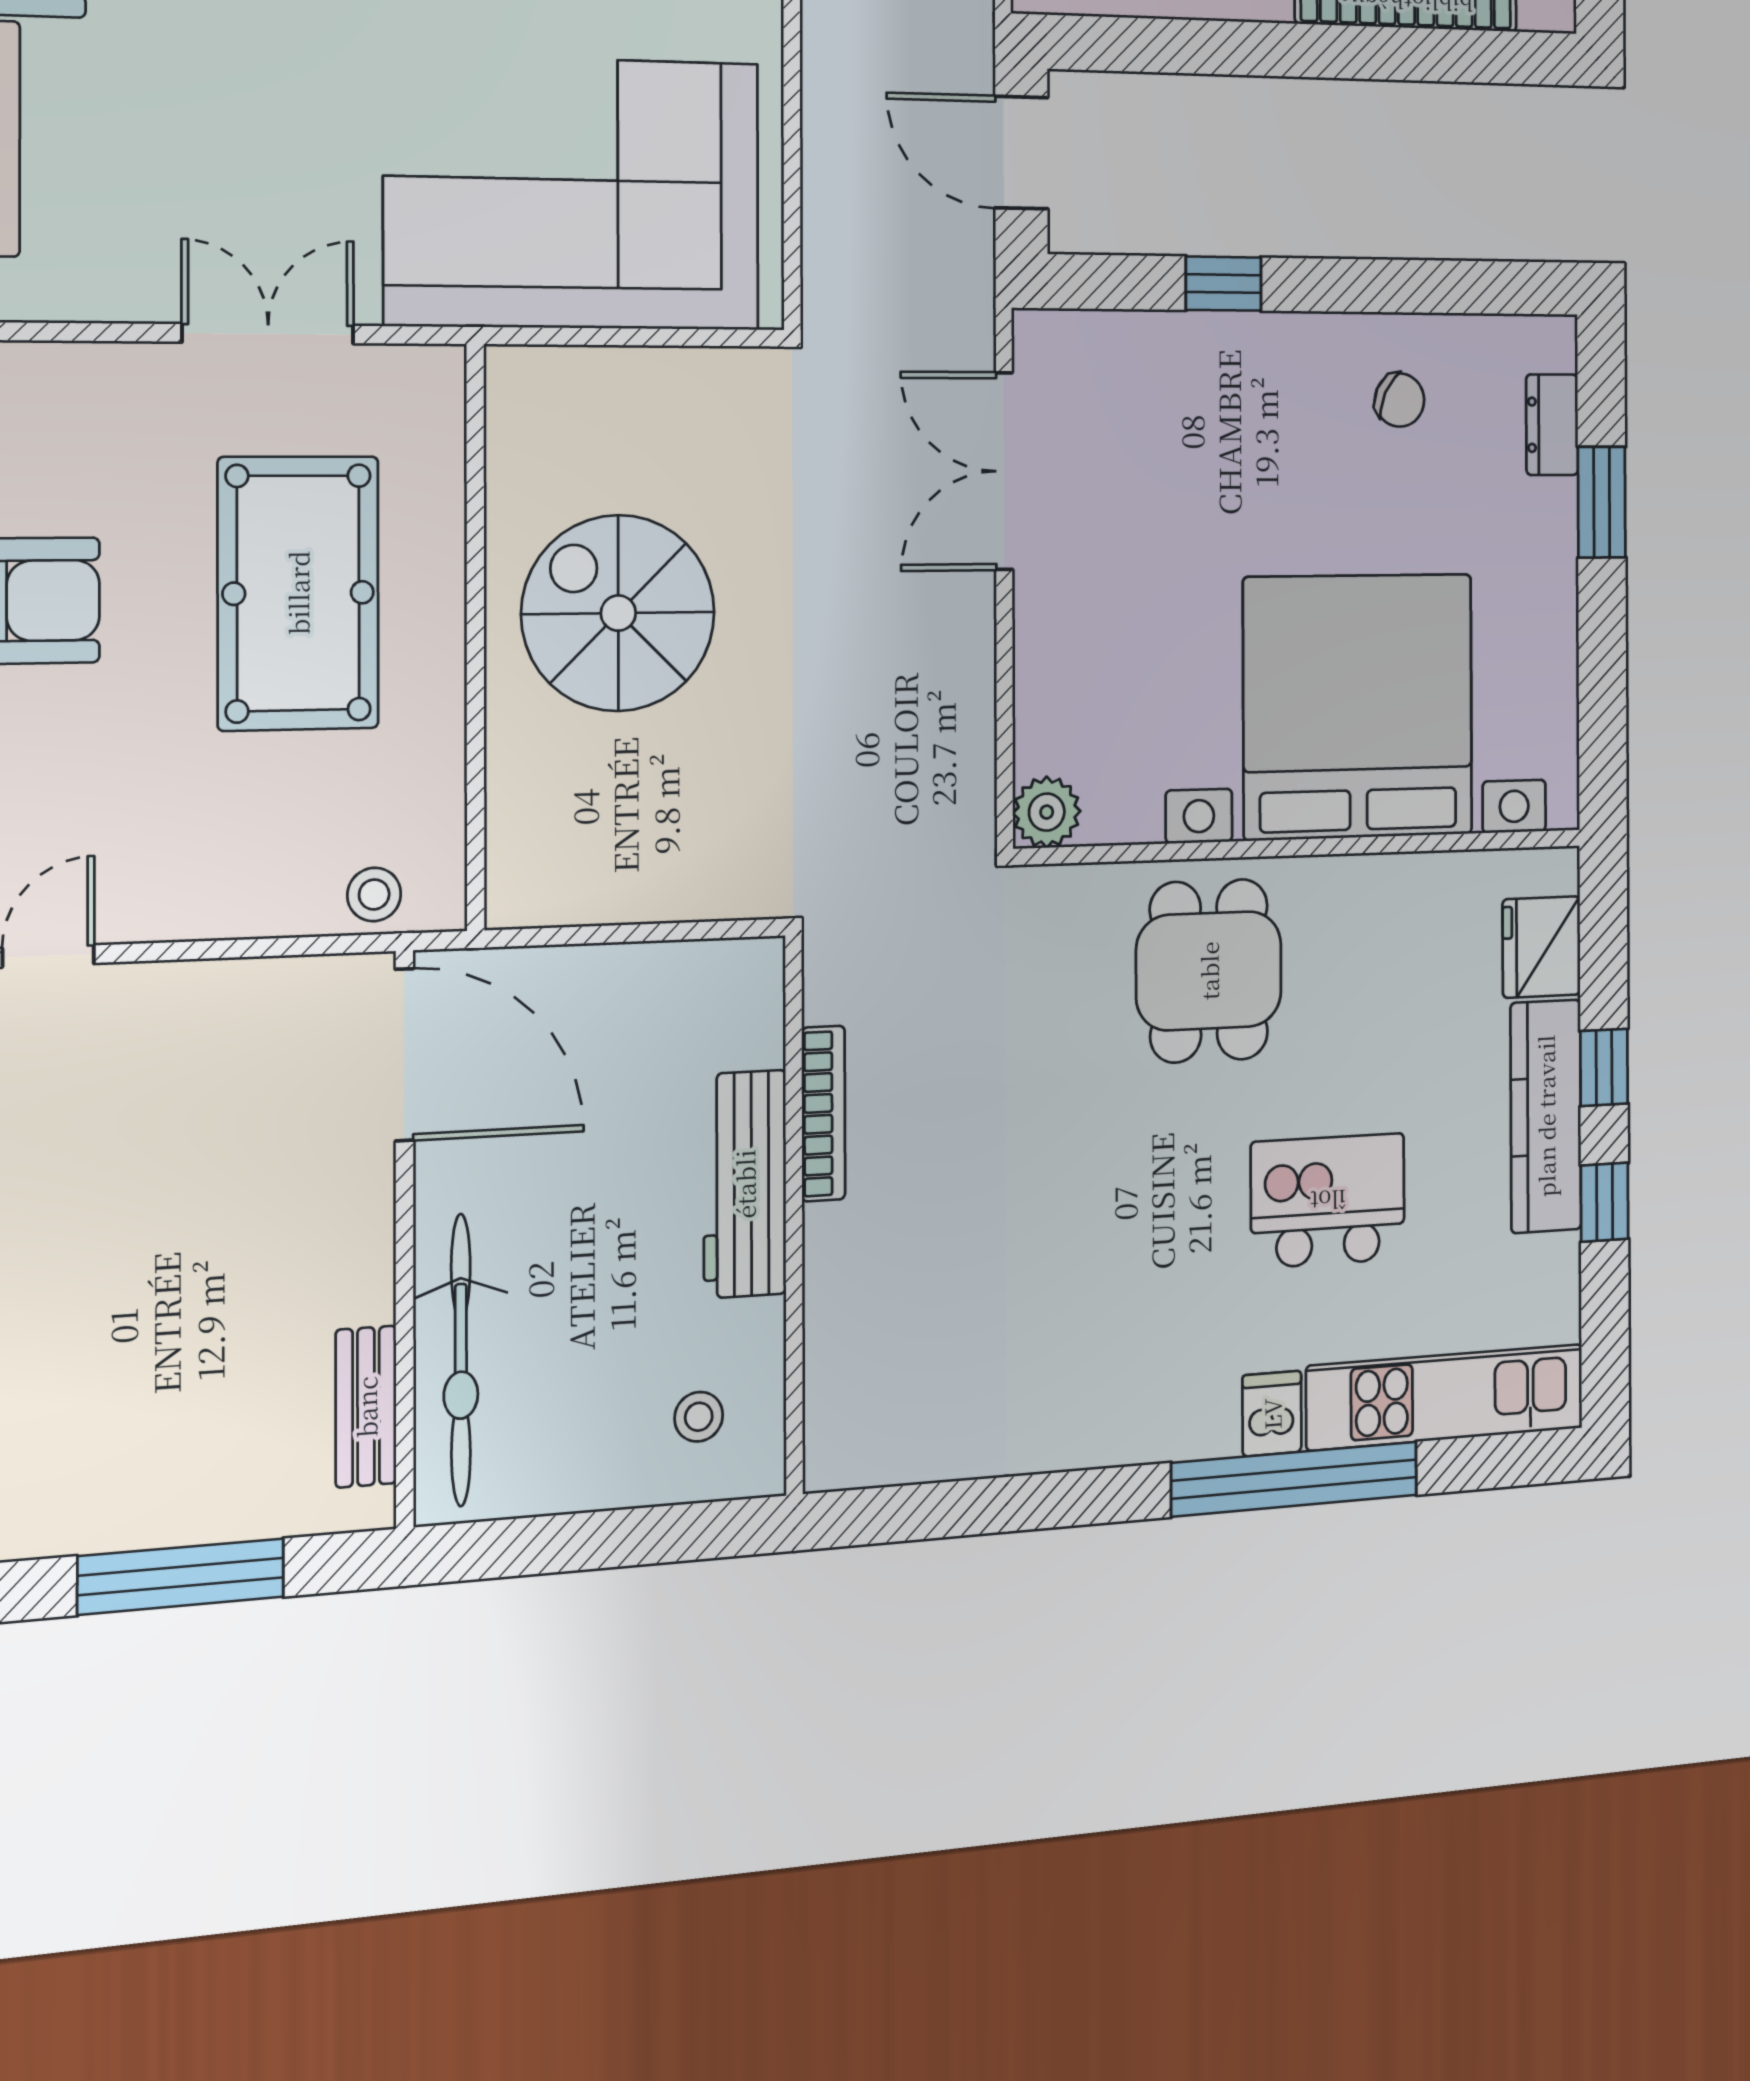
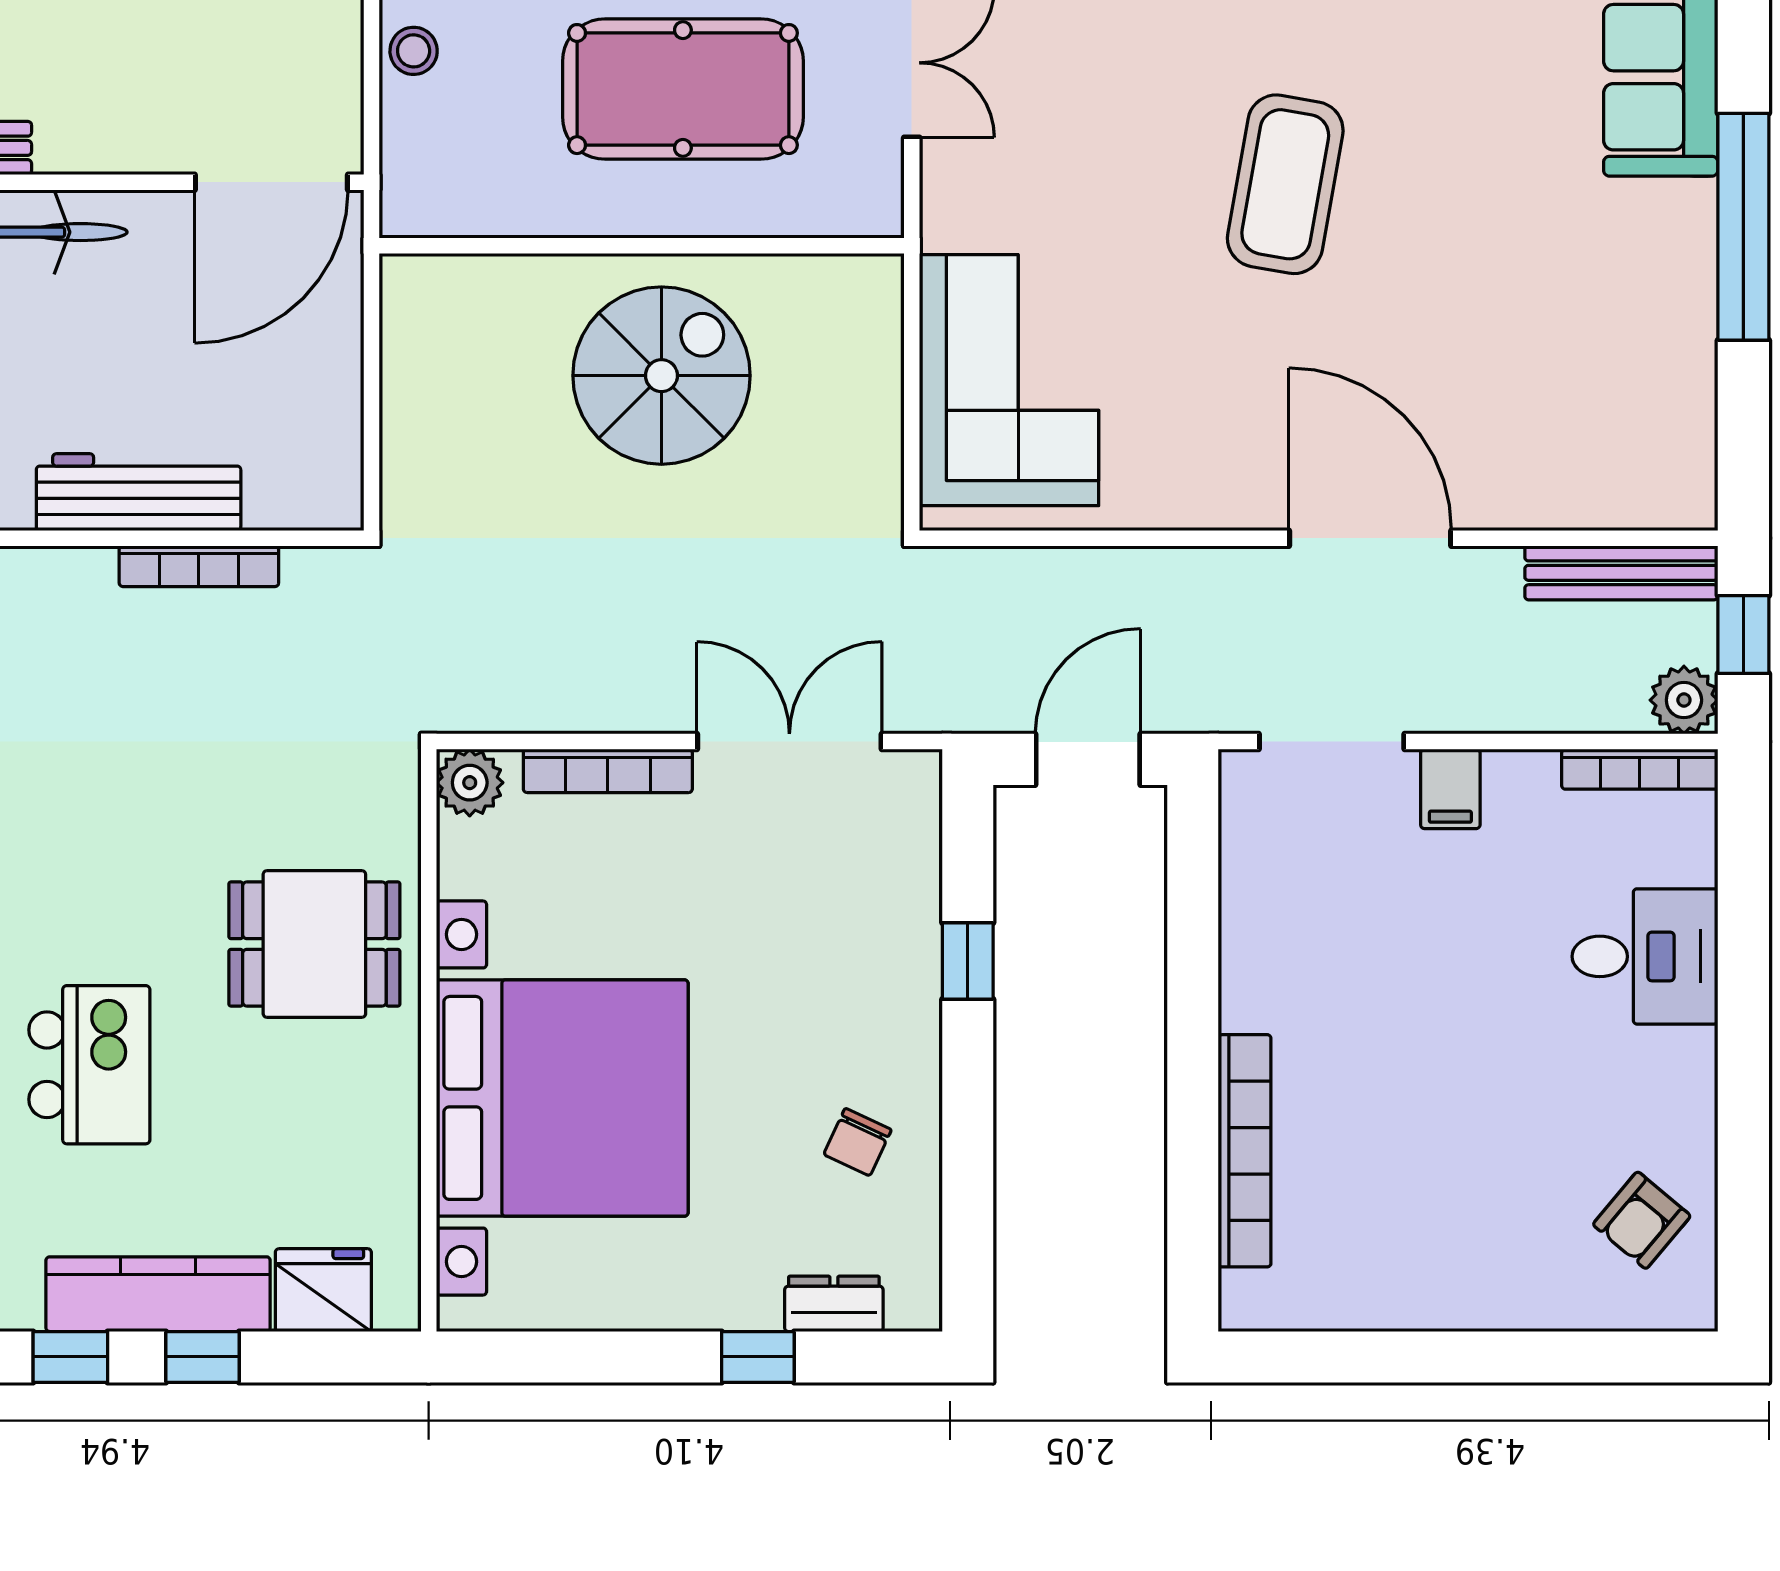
corner sofa: (573, 193) -> (1009, 380), width x0.73, depth x0.74
window: (1602, 502) -> (758, 1357), width x0.67
bookcase: (1034, 665) -> (608, 771), added
stool: (374, 894) -> (414, 51), moved

